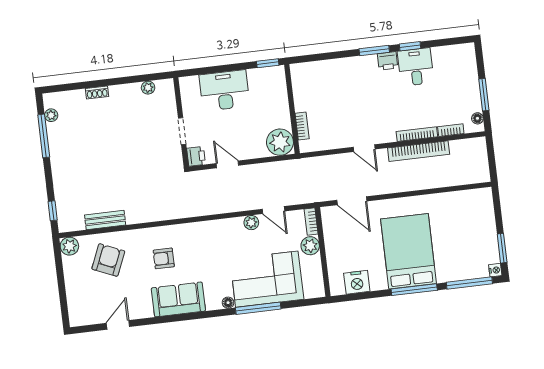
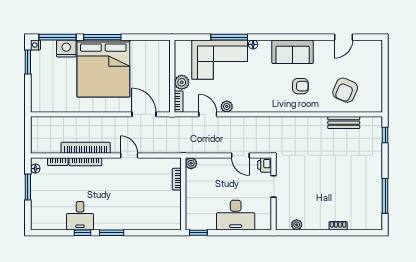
printer: (388, 61) -> (102, 223), removed
plant: (51, 115) -> (377, 212), removed
plant: (280, 142) -> (191, 163), width x0.53, depth x0.53
plant: (69, 246) -> (375, 105), removed
bed: (408, 251) -> (103, 68), width x1.36
nightstand: (357, 282) -> (66, 49), moved

